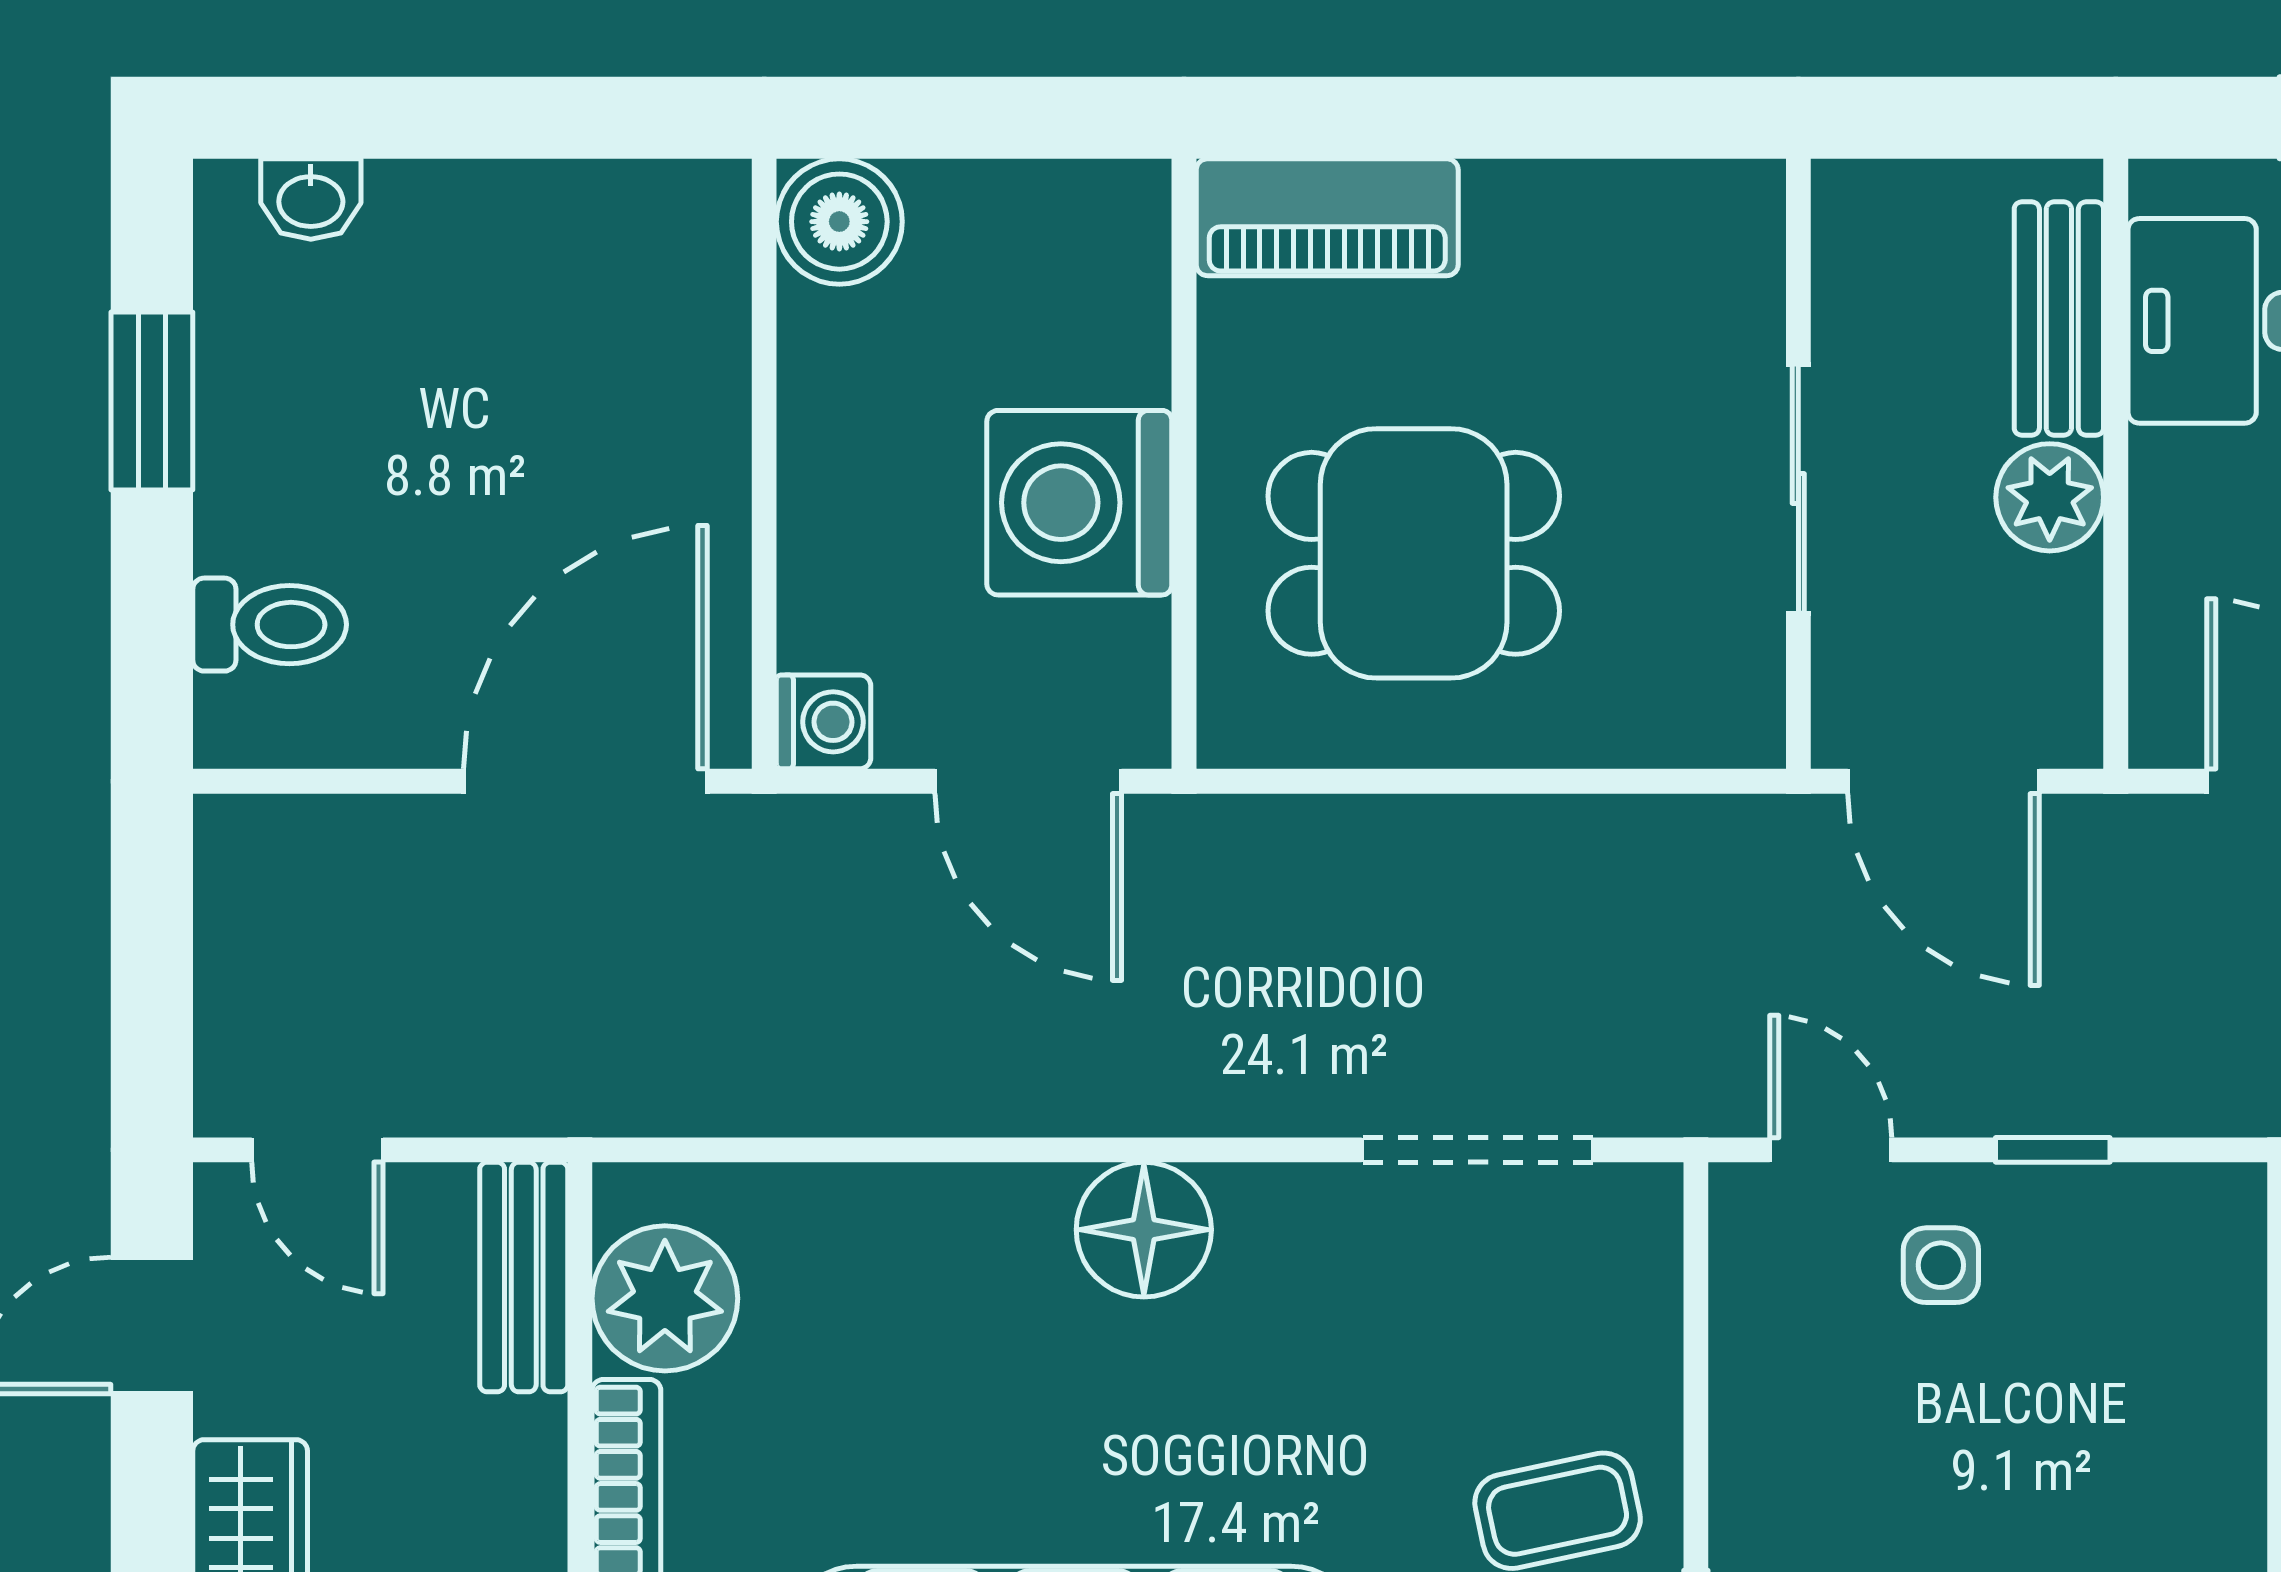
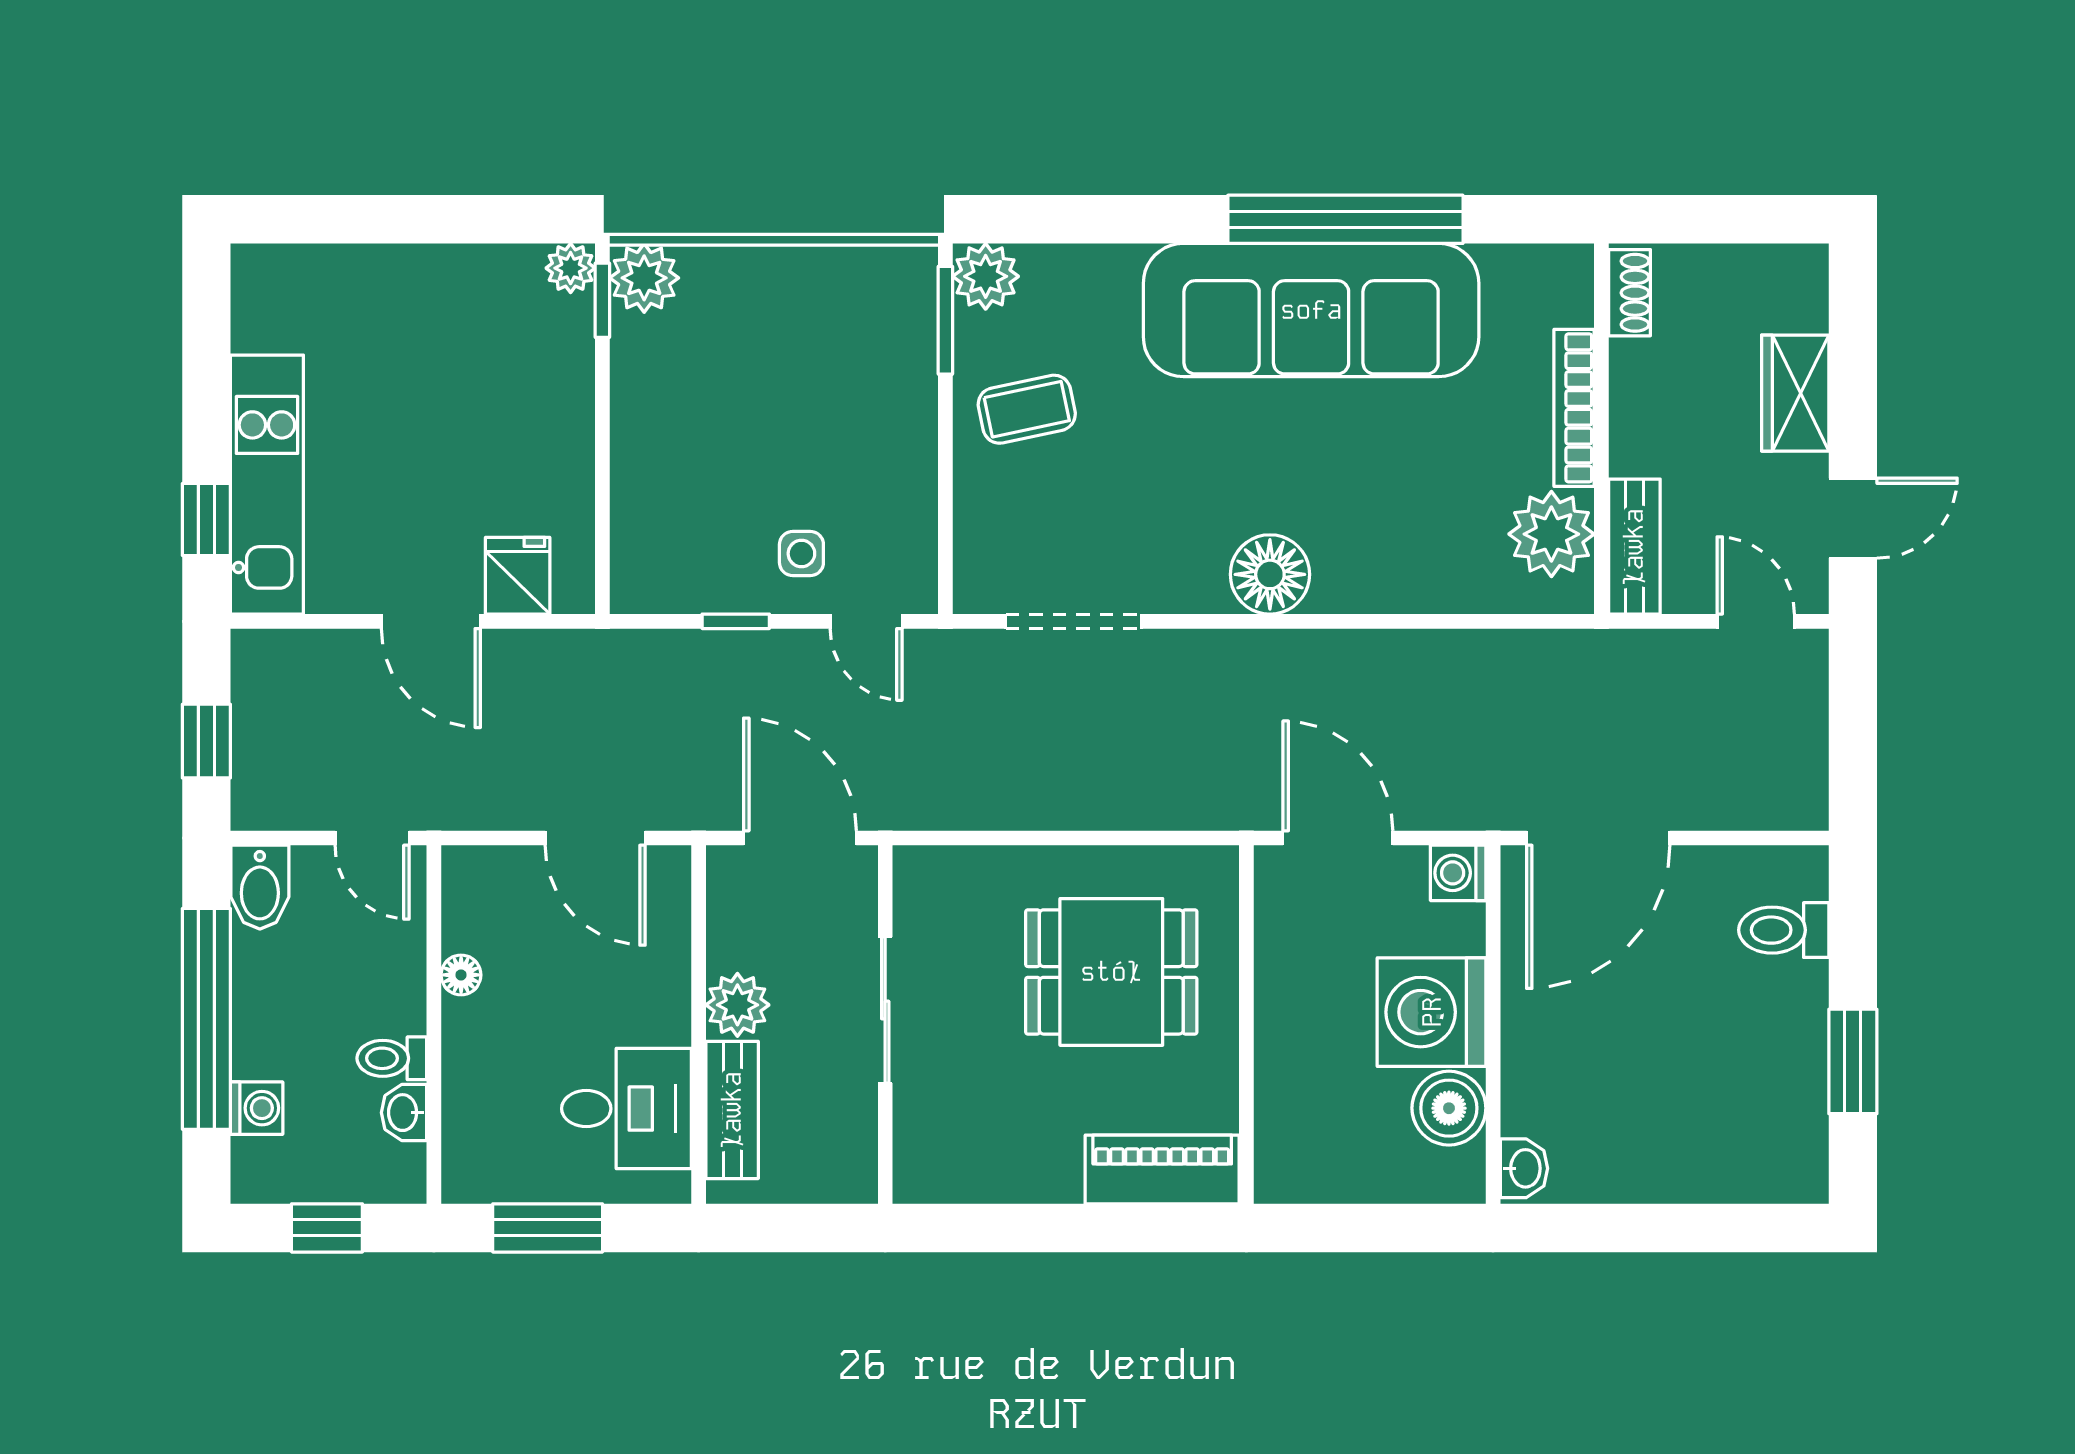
washbasin: (311, 199) -> (1524, 1168), moved, turned 90
boiler: (839, 222) -> (1449, 1108), moved
washing machine: (1079, 503) -> (1432, 1012), moved, turned 180

